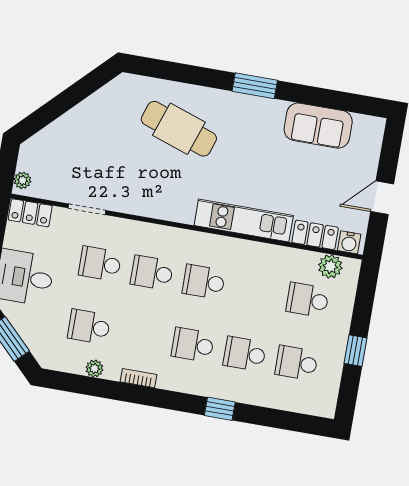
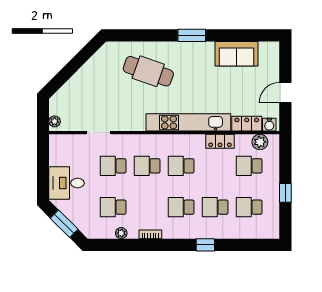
locker: (30, 213) -> (220, 141), moved
kitchen unit: (244, 221) -> (188, 122), width x1.36

